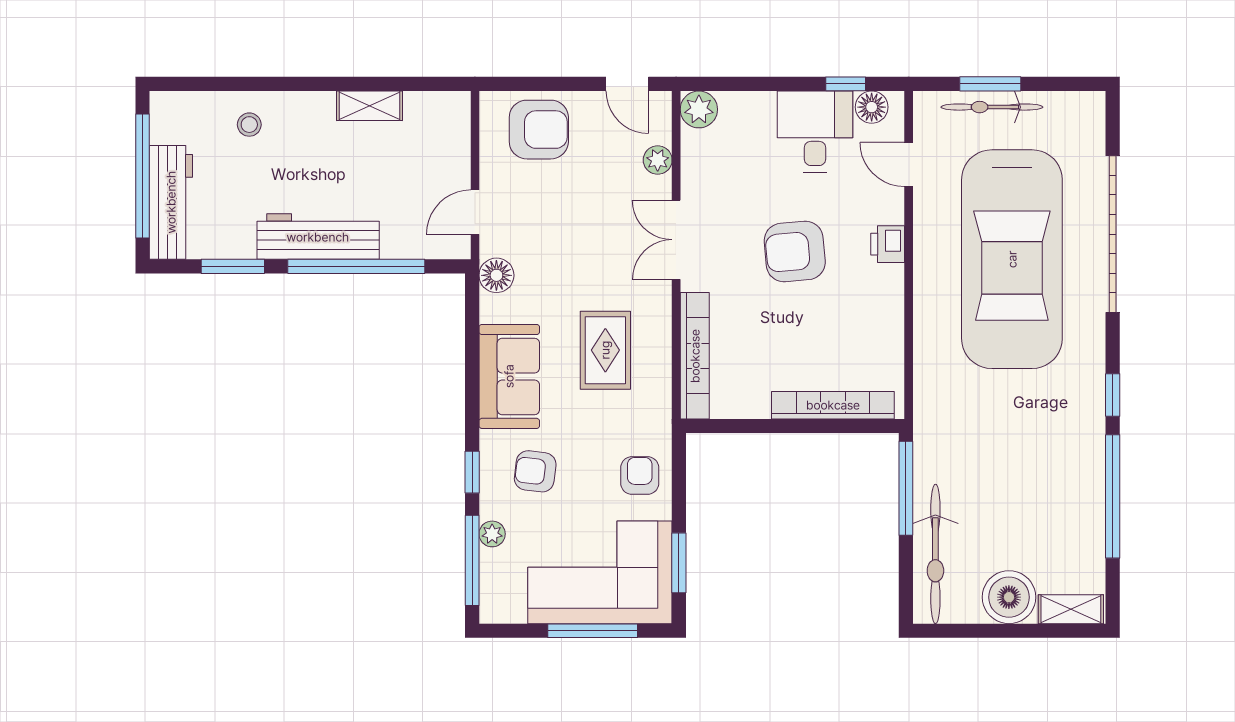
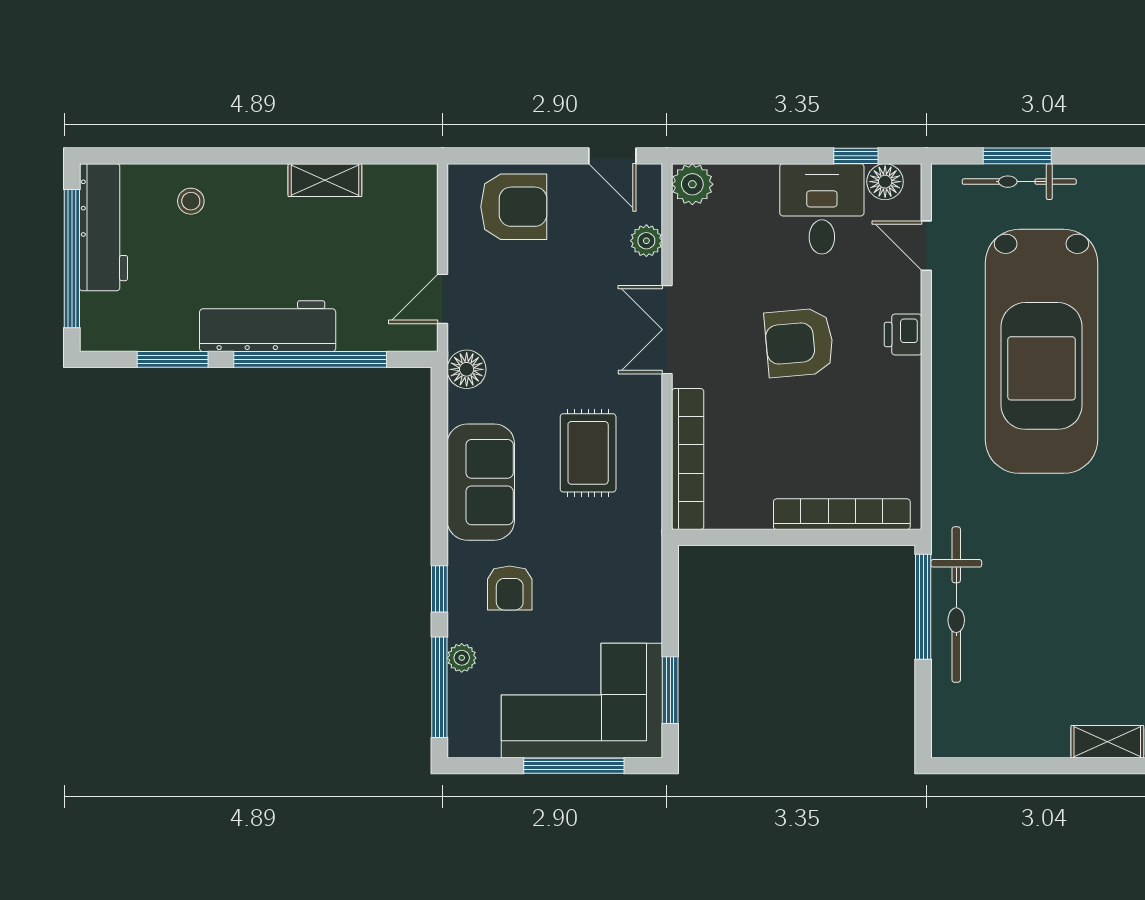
workbench: (171, 202) -> (103, 227), moved
armchair: (535, 471) -> (510, 588), turned -97
armchair: (640, 475) -> (626, 593), removed
bicycle: (935, 554) -> (956, 605), moved
boiler: (1009, 597) -> (1038, 728), removed

